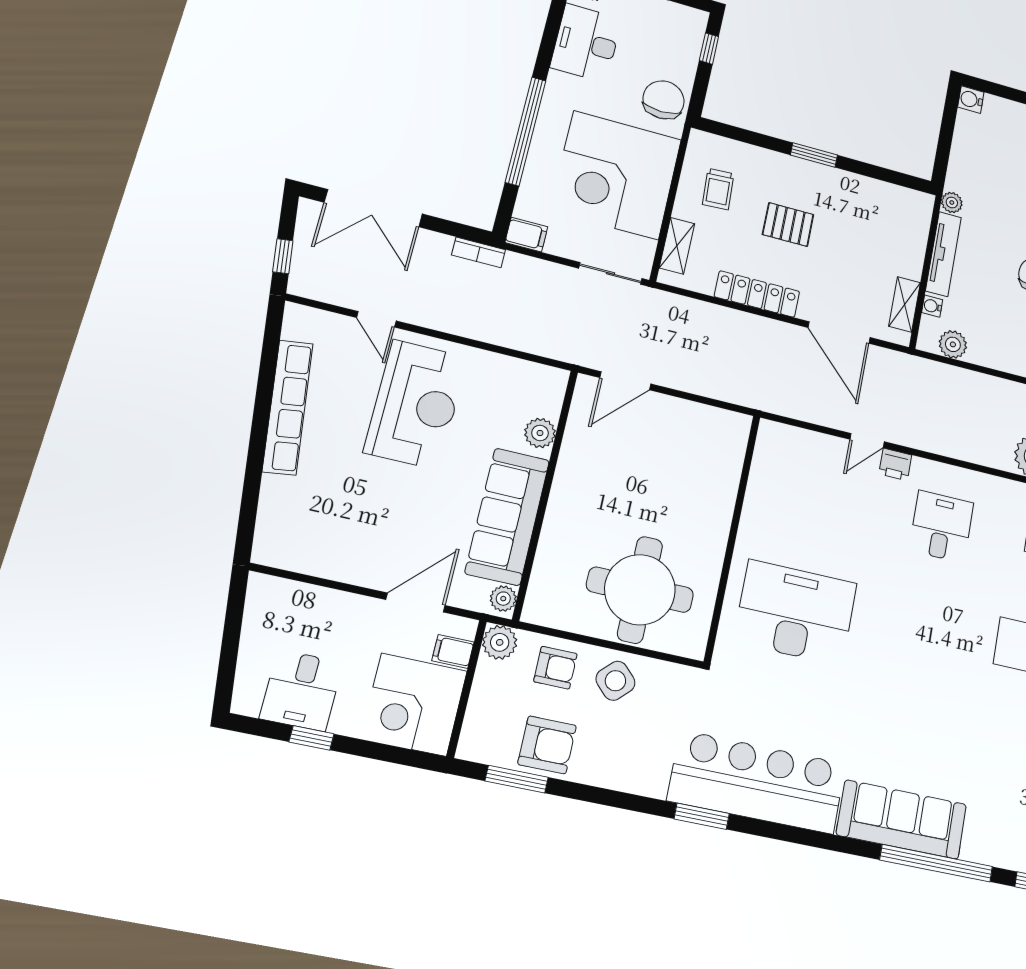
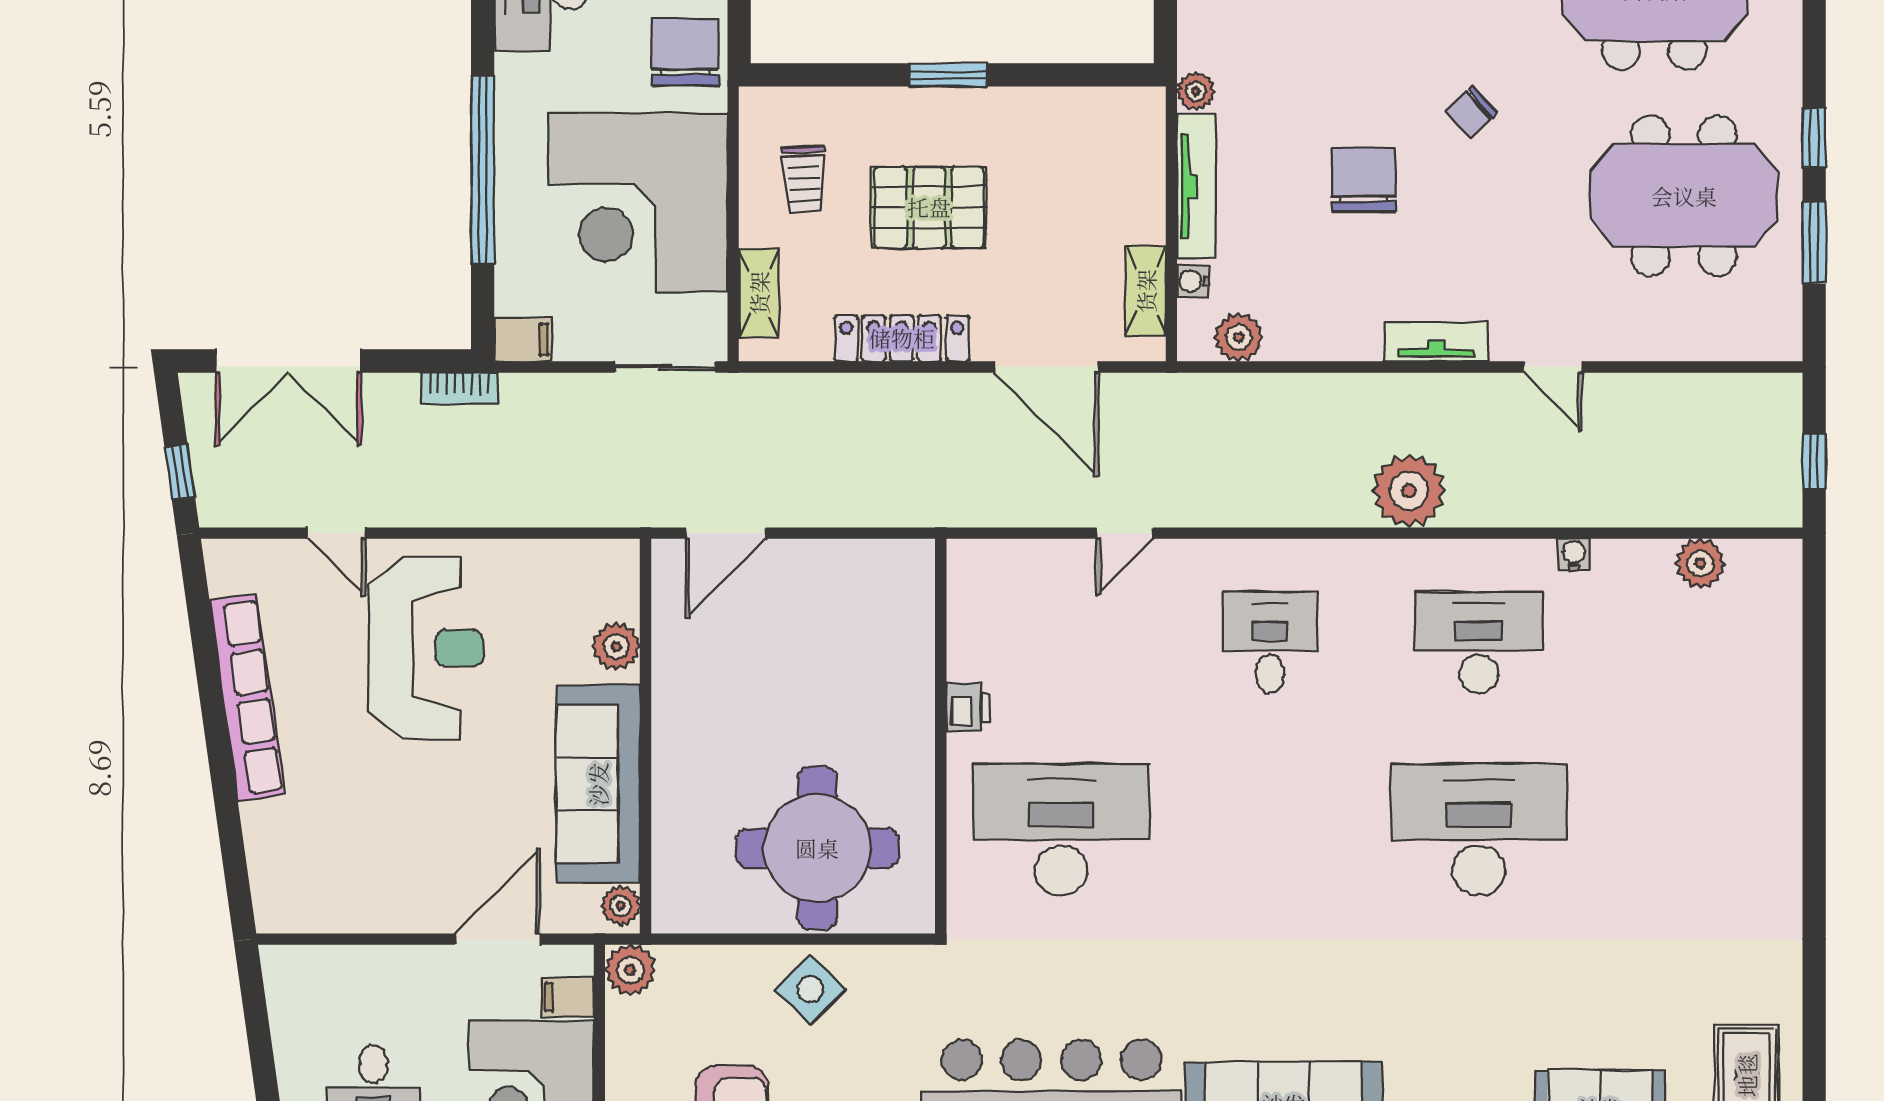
pallet: (788, 224) -> (929, 207), width x1.50, depth x1.42
printer: (895, 464) -> (968, 707), moved, turned -90
armchair: (555, 668) -> (719, 989), removed

